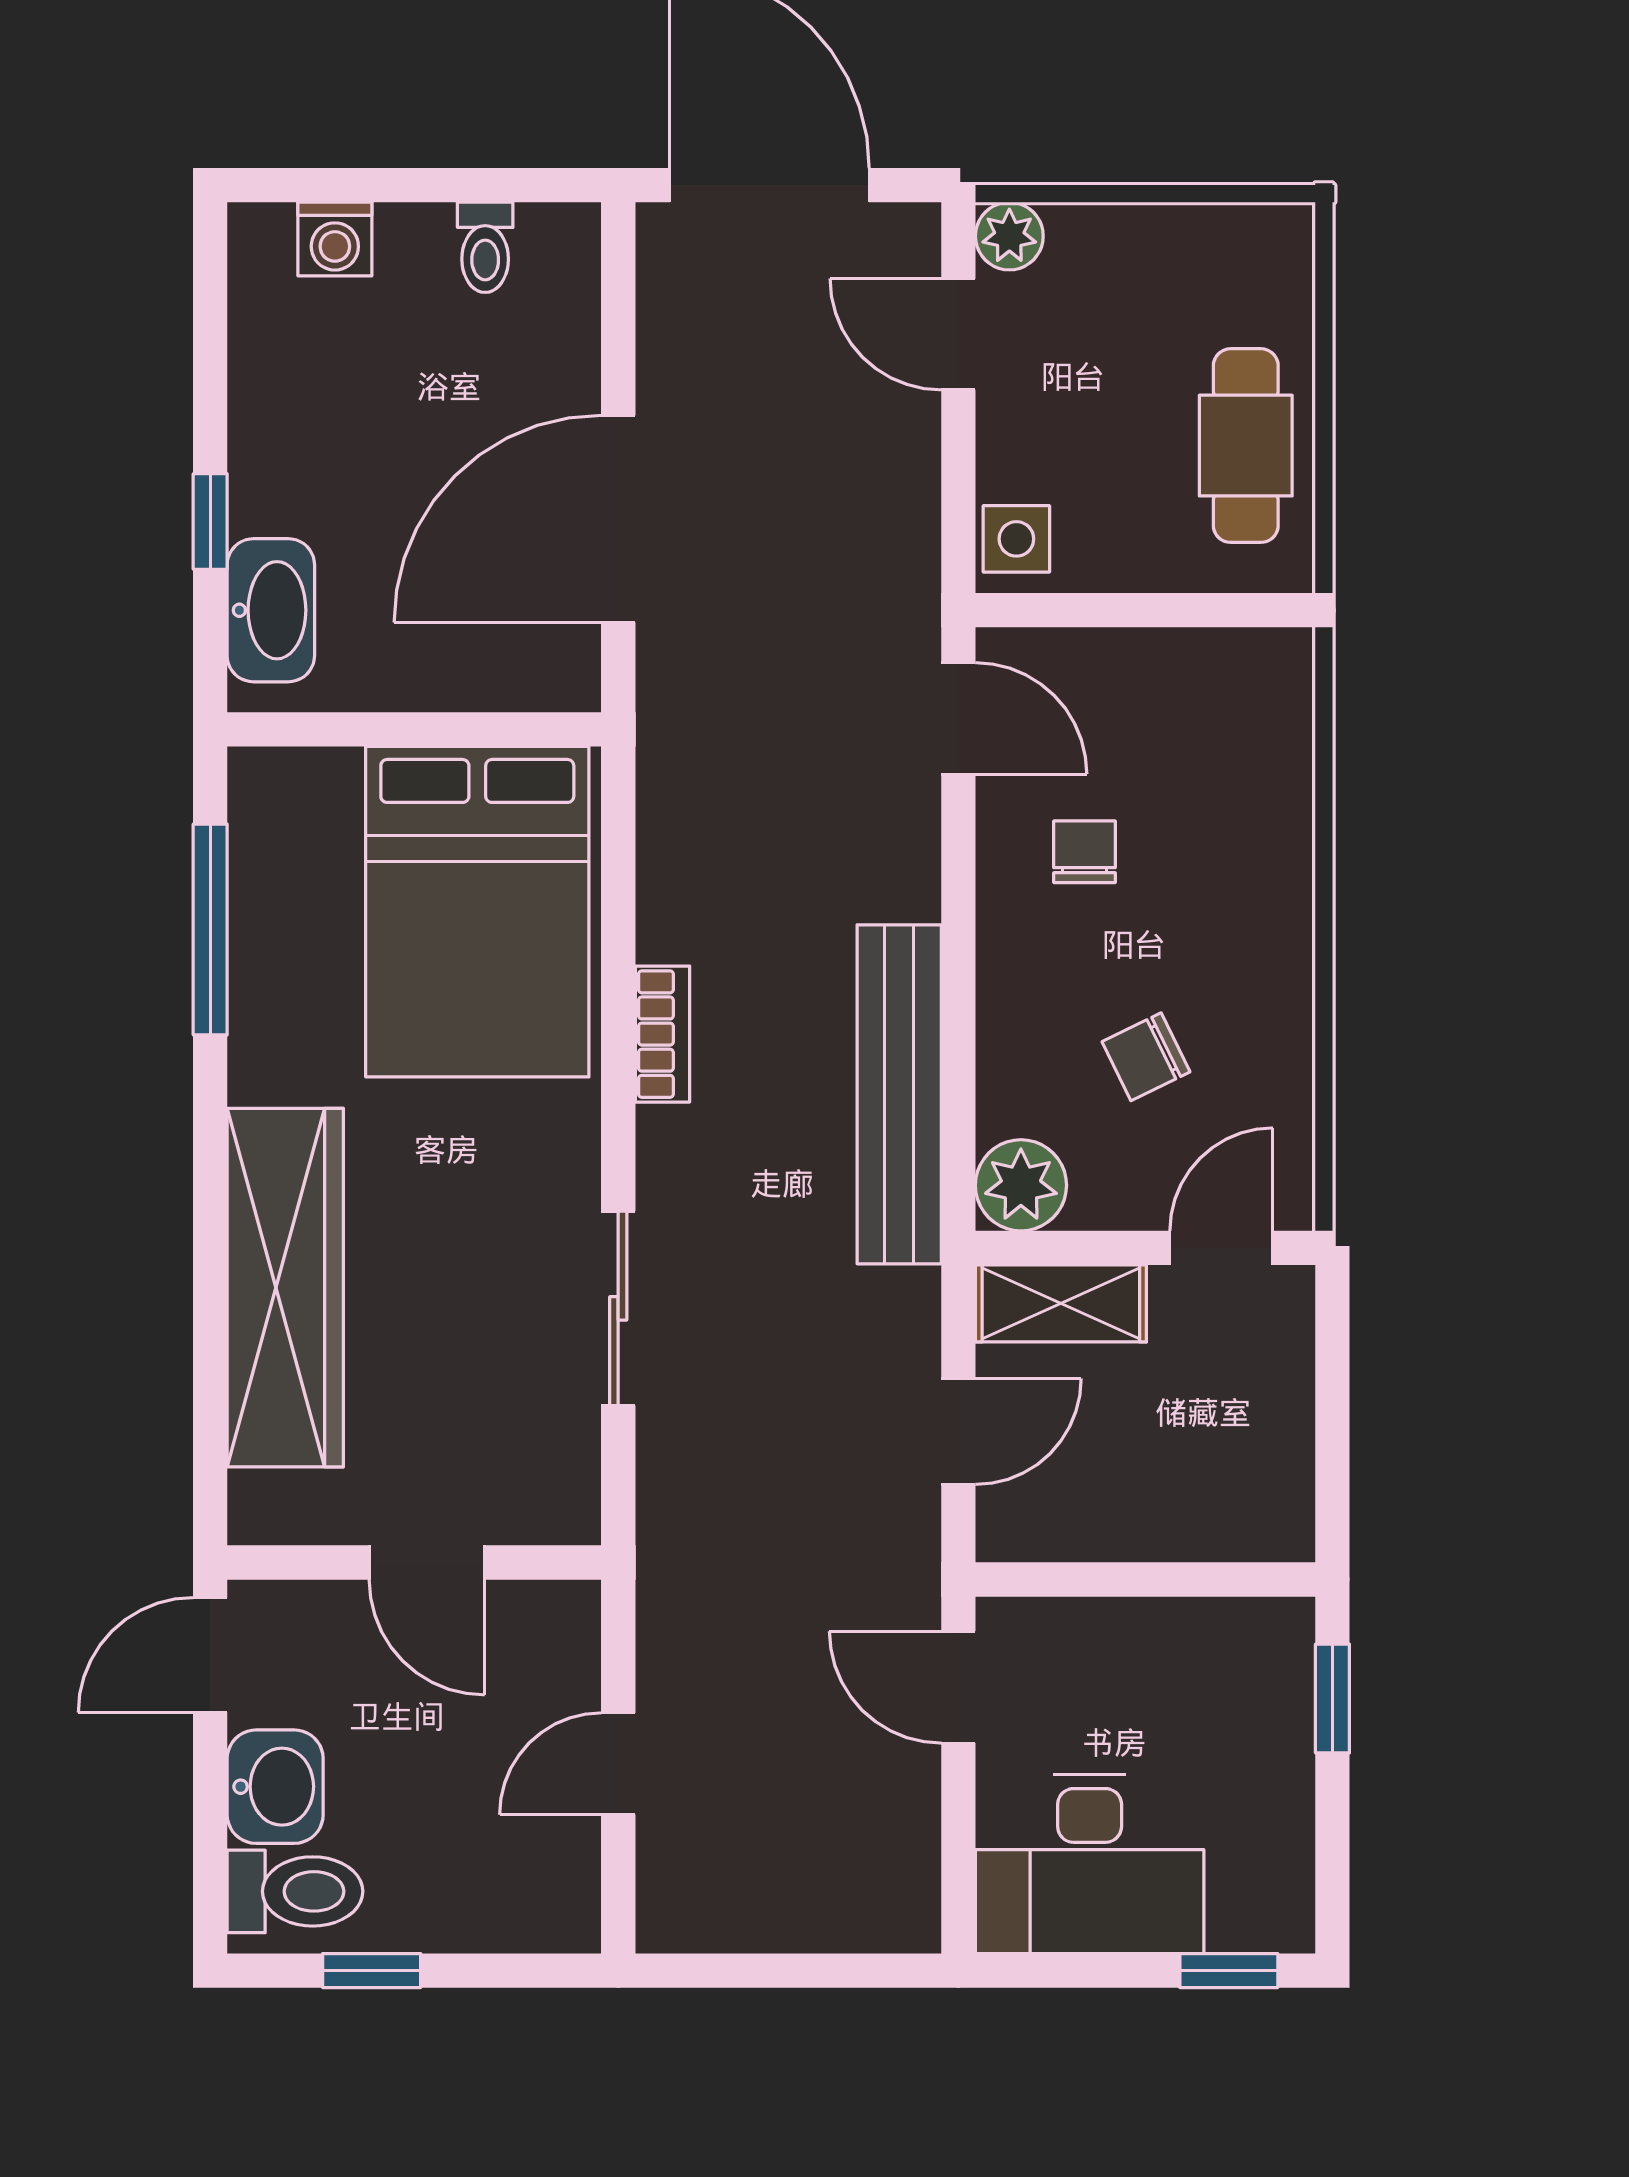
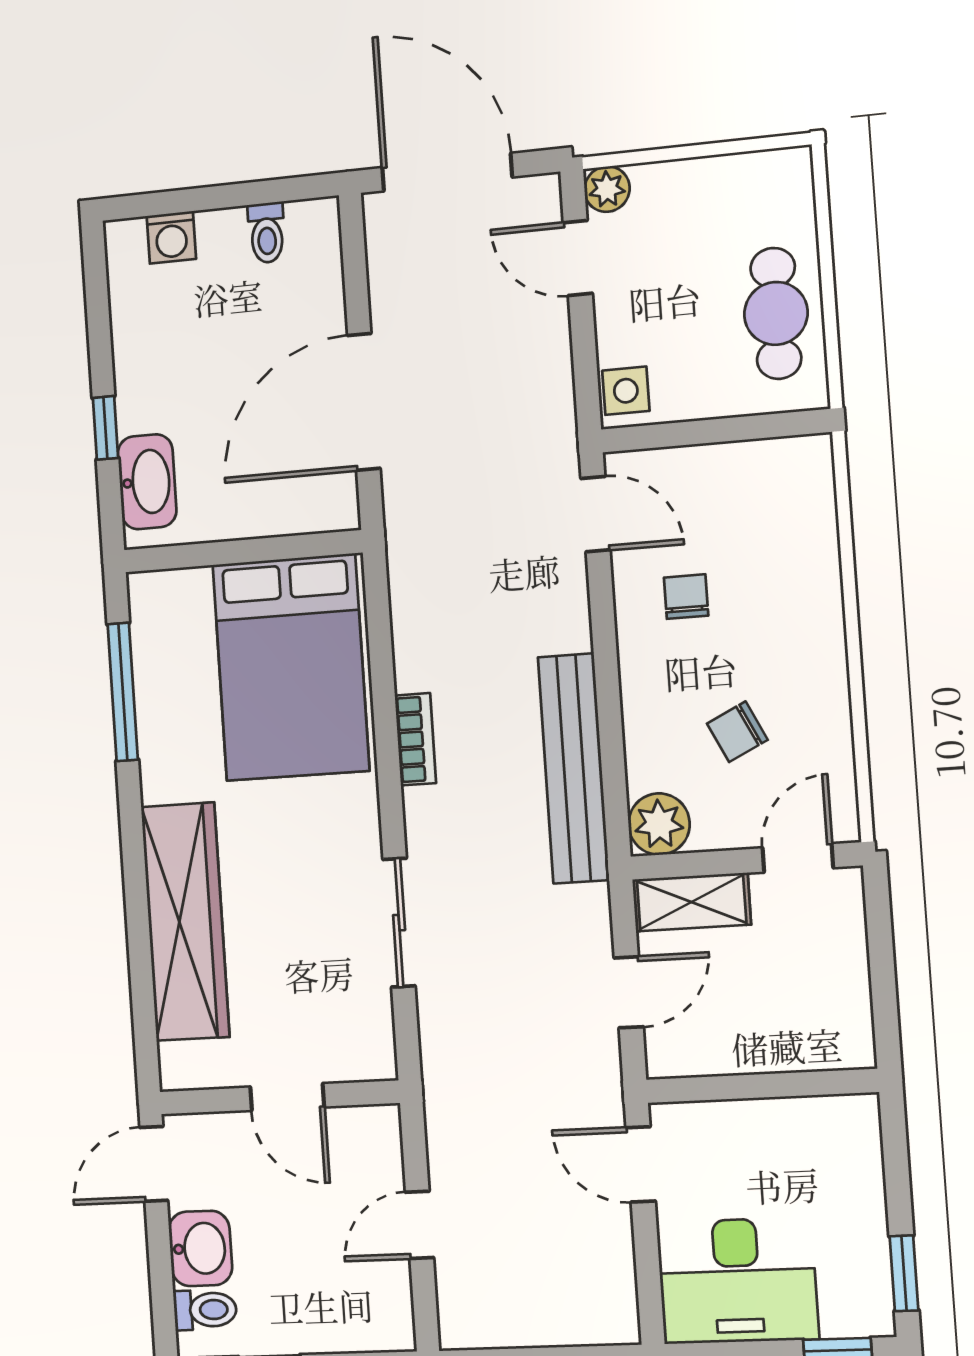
window: (1332, 1698) -> (904, 1273), moved
toilet: (295, 1891) -> (205, 1310), width x0.73, depth x0.72

